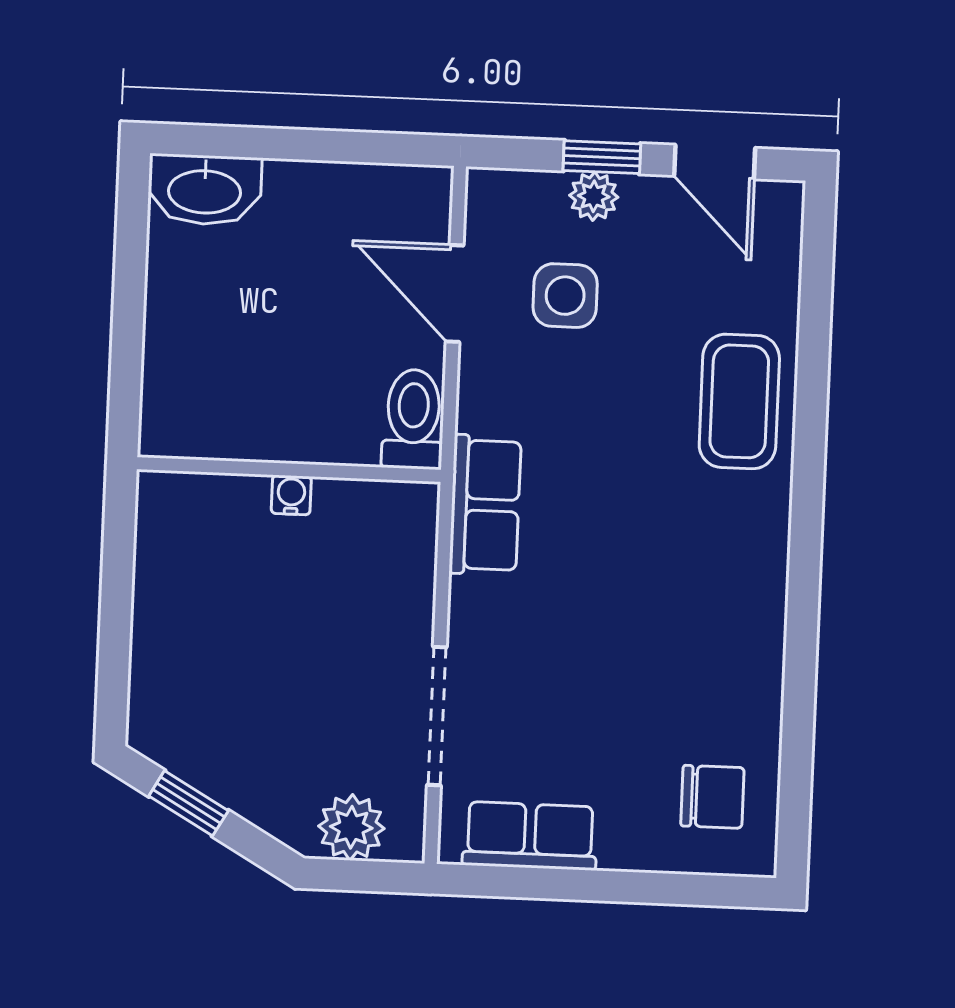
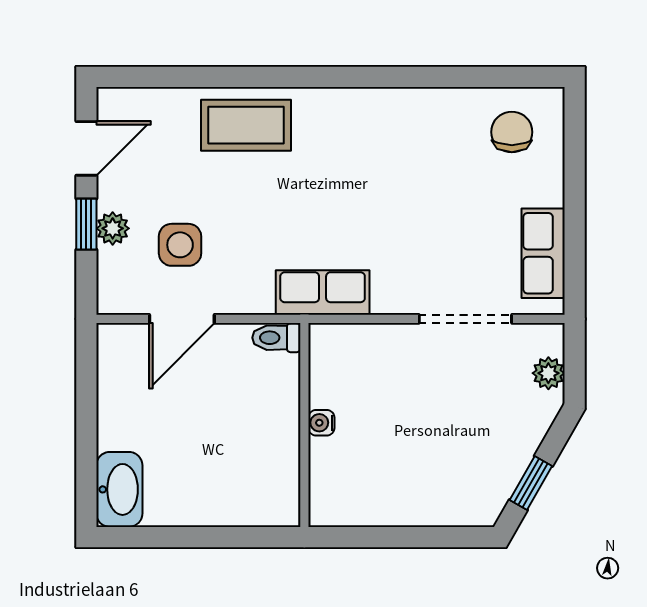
toilet: (413, 419) -> (276, 338), width x0.73, depth x0.72
plant: (351, 827) -> (548, 373), width x0.73, depth x0.73

